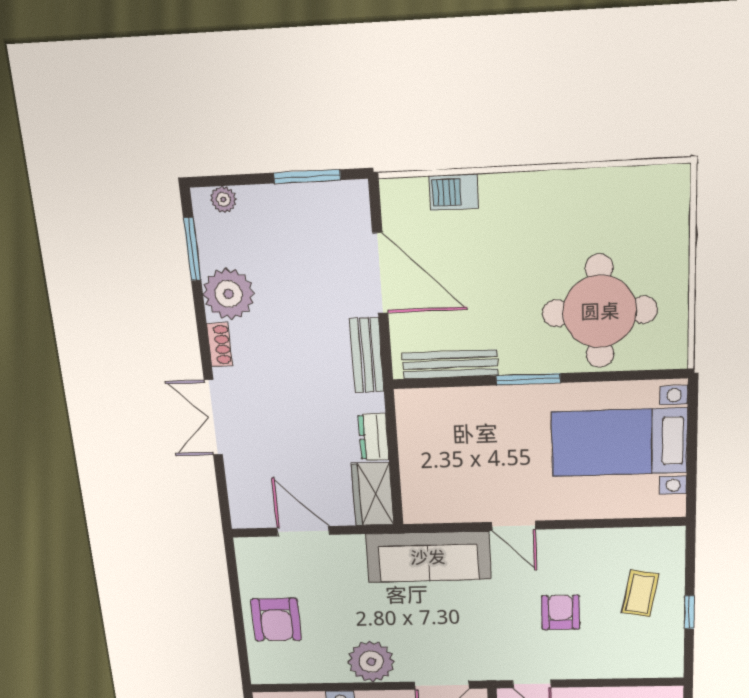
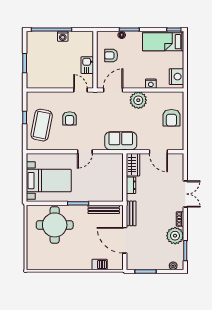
door: (514, 526) -> (85, 152), swing flipped
sofa: (428, 557) -> (121, 141), width x0.73
coffee table: (640, 593) -> (42, 125), width x1.86, depth x1.72
armchair: (276, 620) -> (171, 118), turned 180

